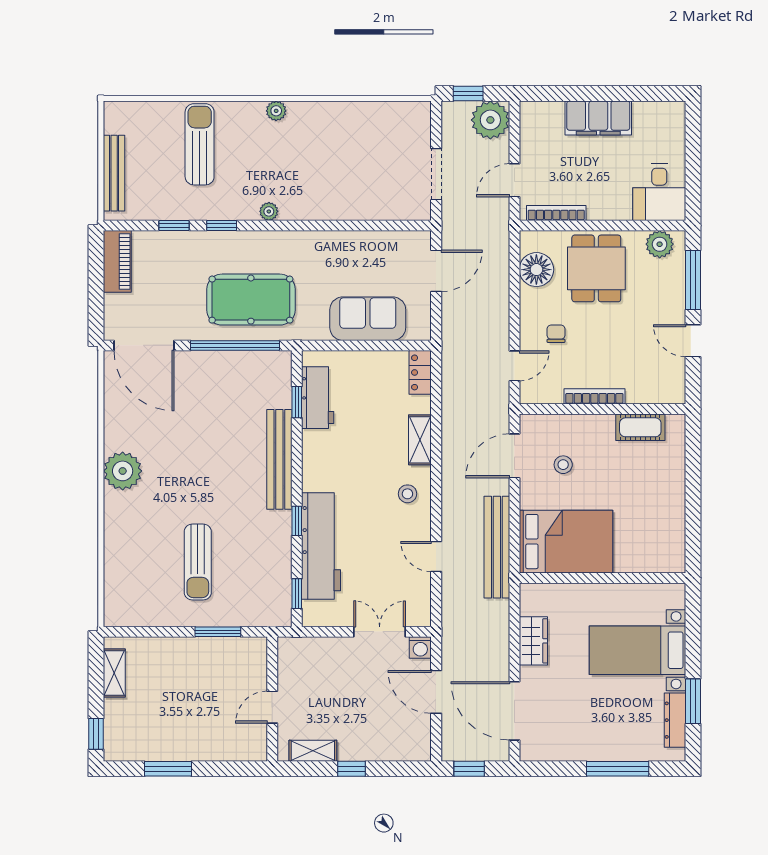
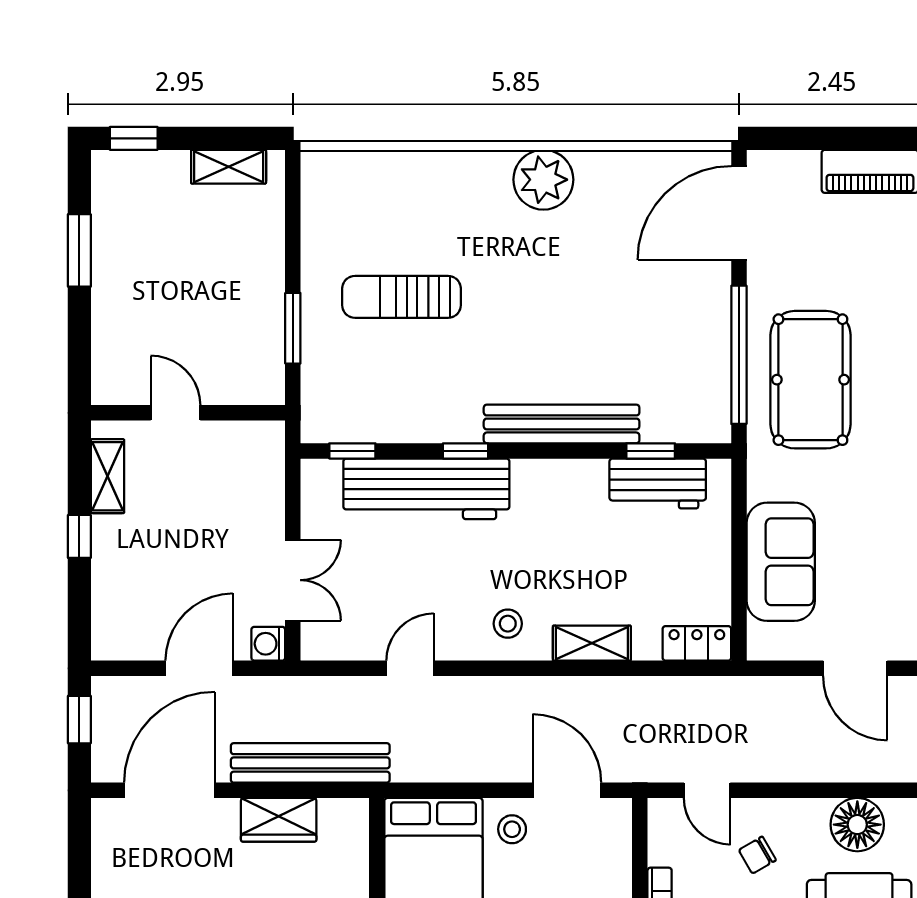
chair: (556, 334) -> (757, 855), turned 150
stool: (563, 465) -> (512, 829), moved
bench: (497, 547) -> (310, 763), moved

